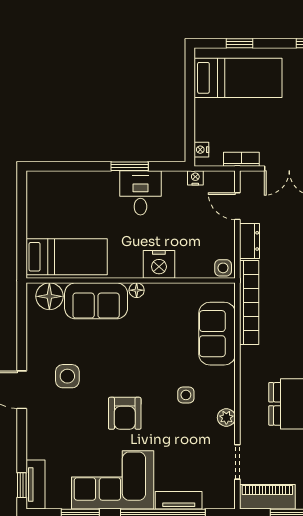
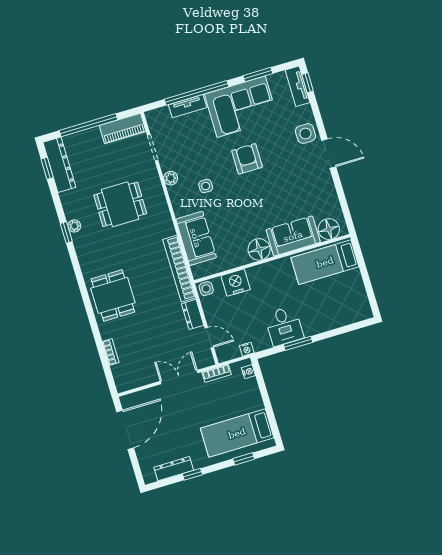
nightstand: (159, 264) -> (236, 283), moved
floor lamp: (137, 290) -> (259, 249), width x1.89, depth x1.89
side table: (67, 376) -> (305, 134), moved

